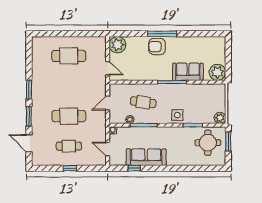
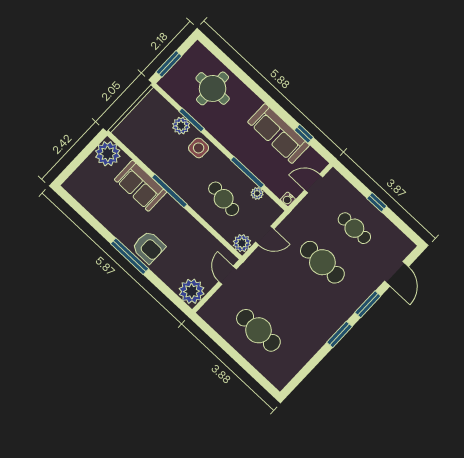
plant: (115, 90) -> (242, 243), added
plant: (220, 118) -> (181, 126), moved
round table: (208, 143) -> (213, 88), moved
door: (108, 149) -> (314, 183), swing flipped

